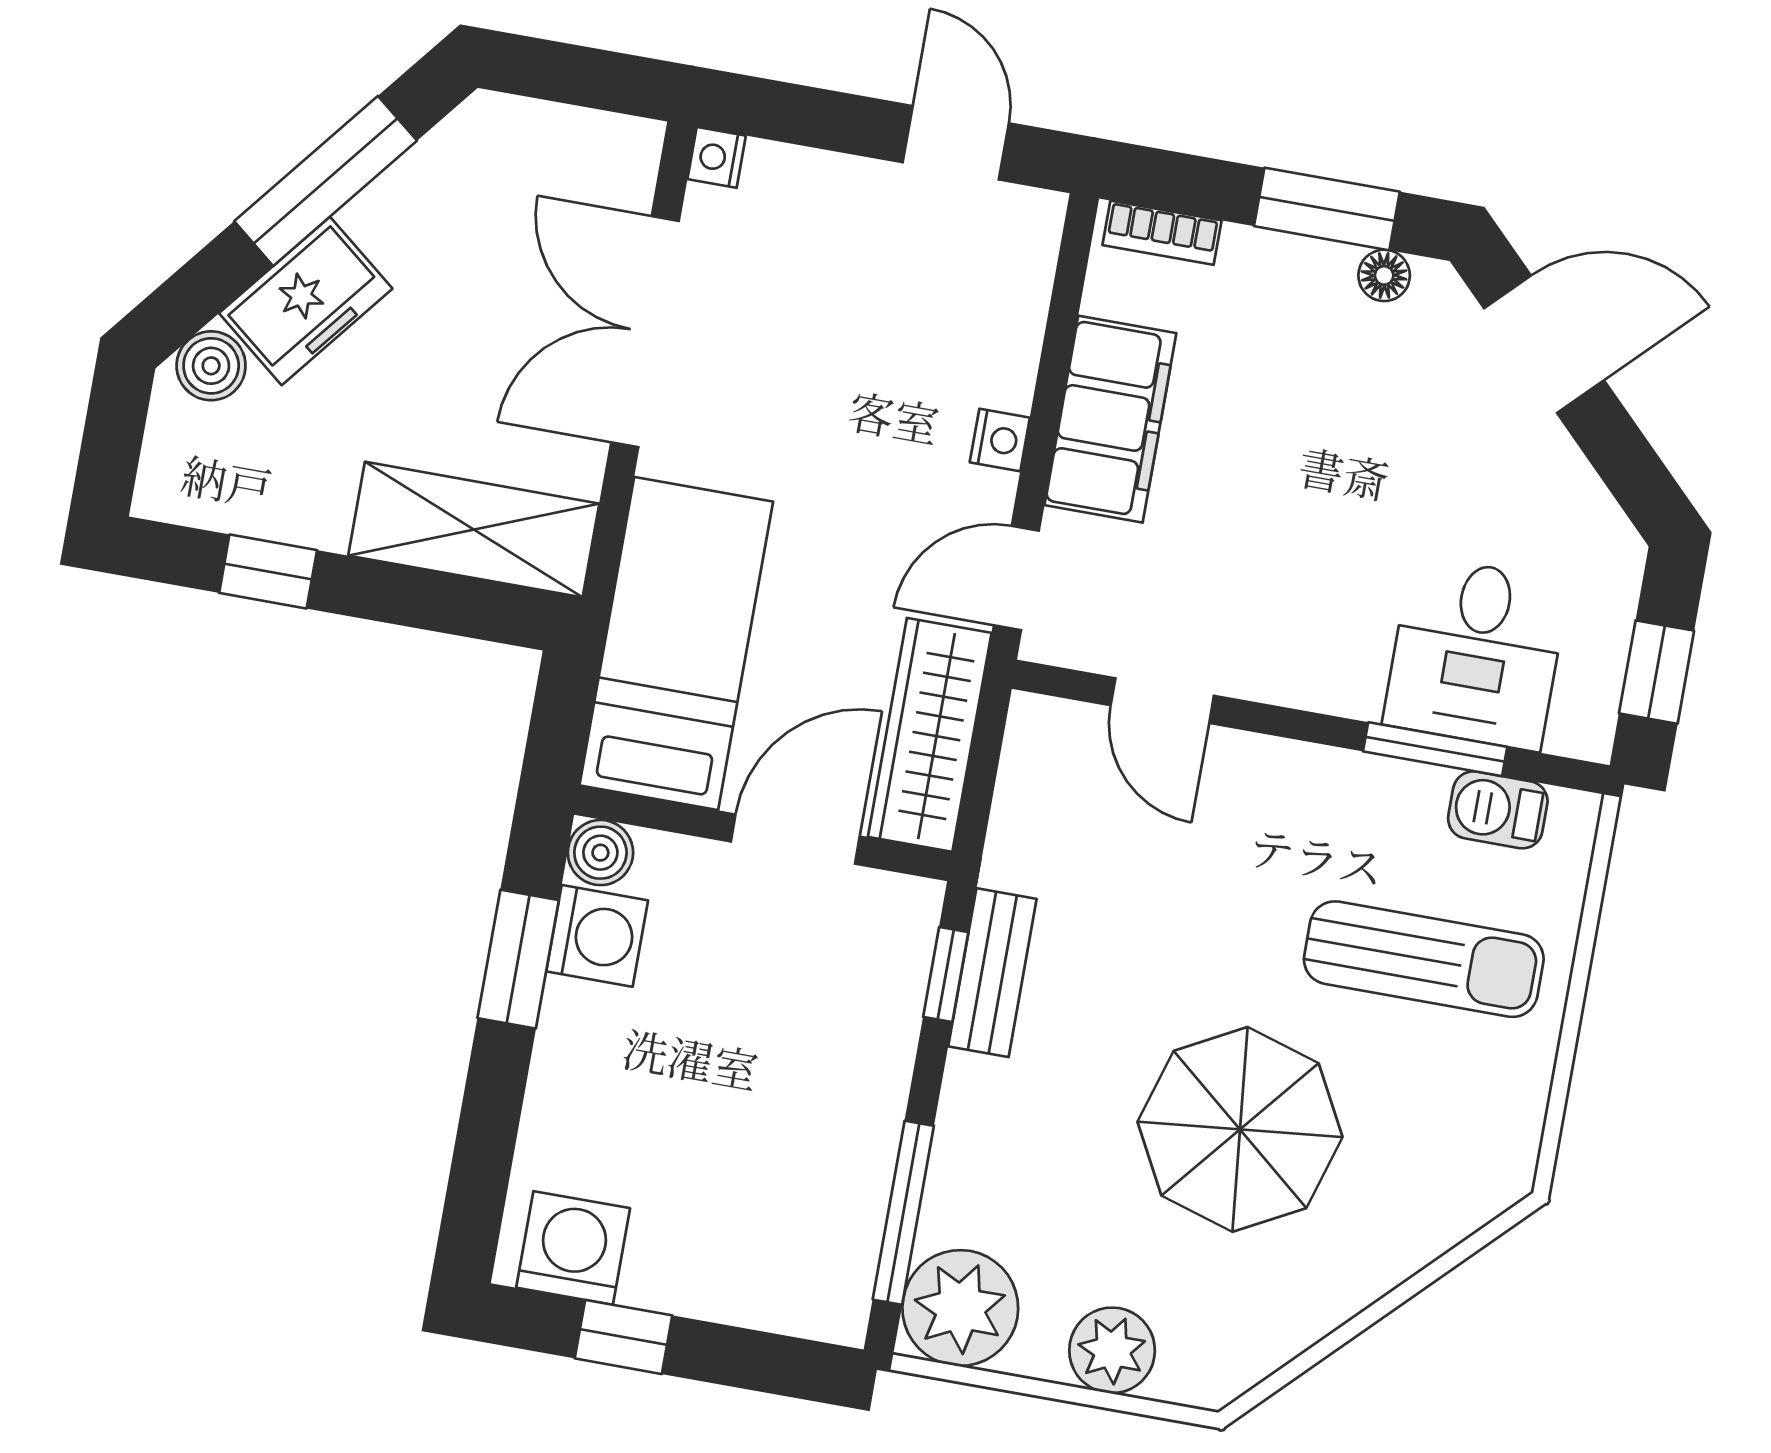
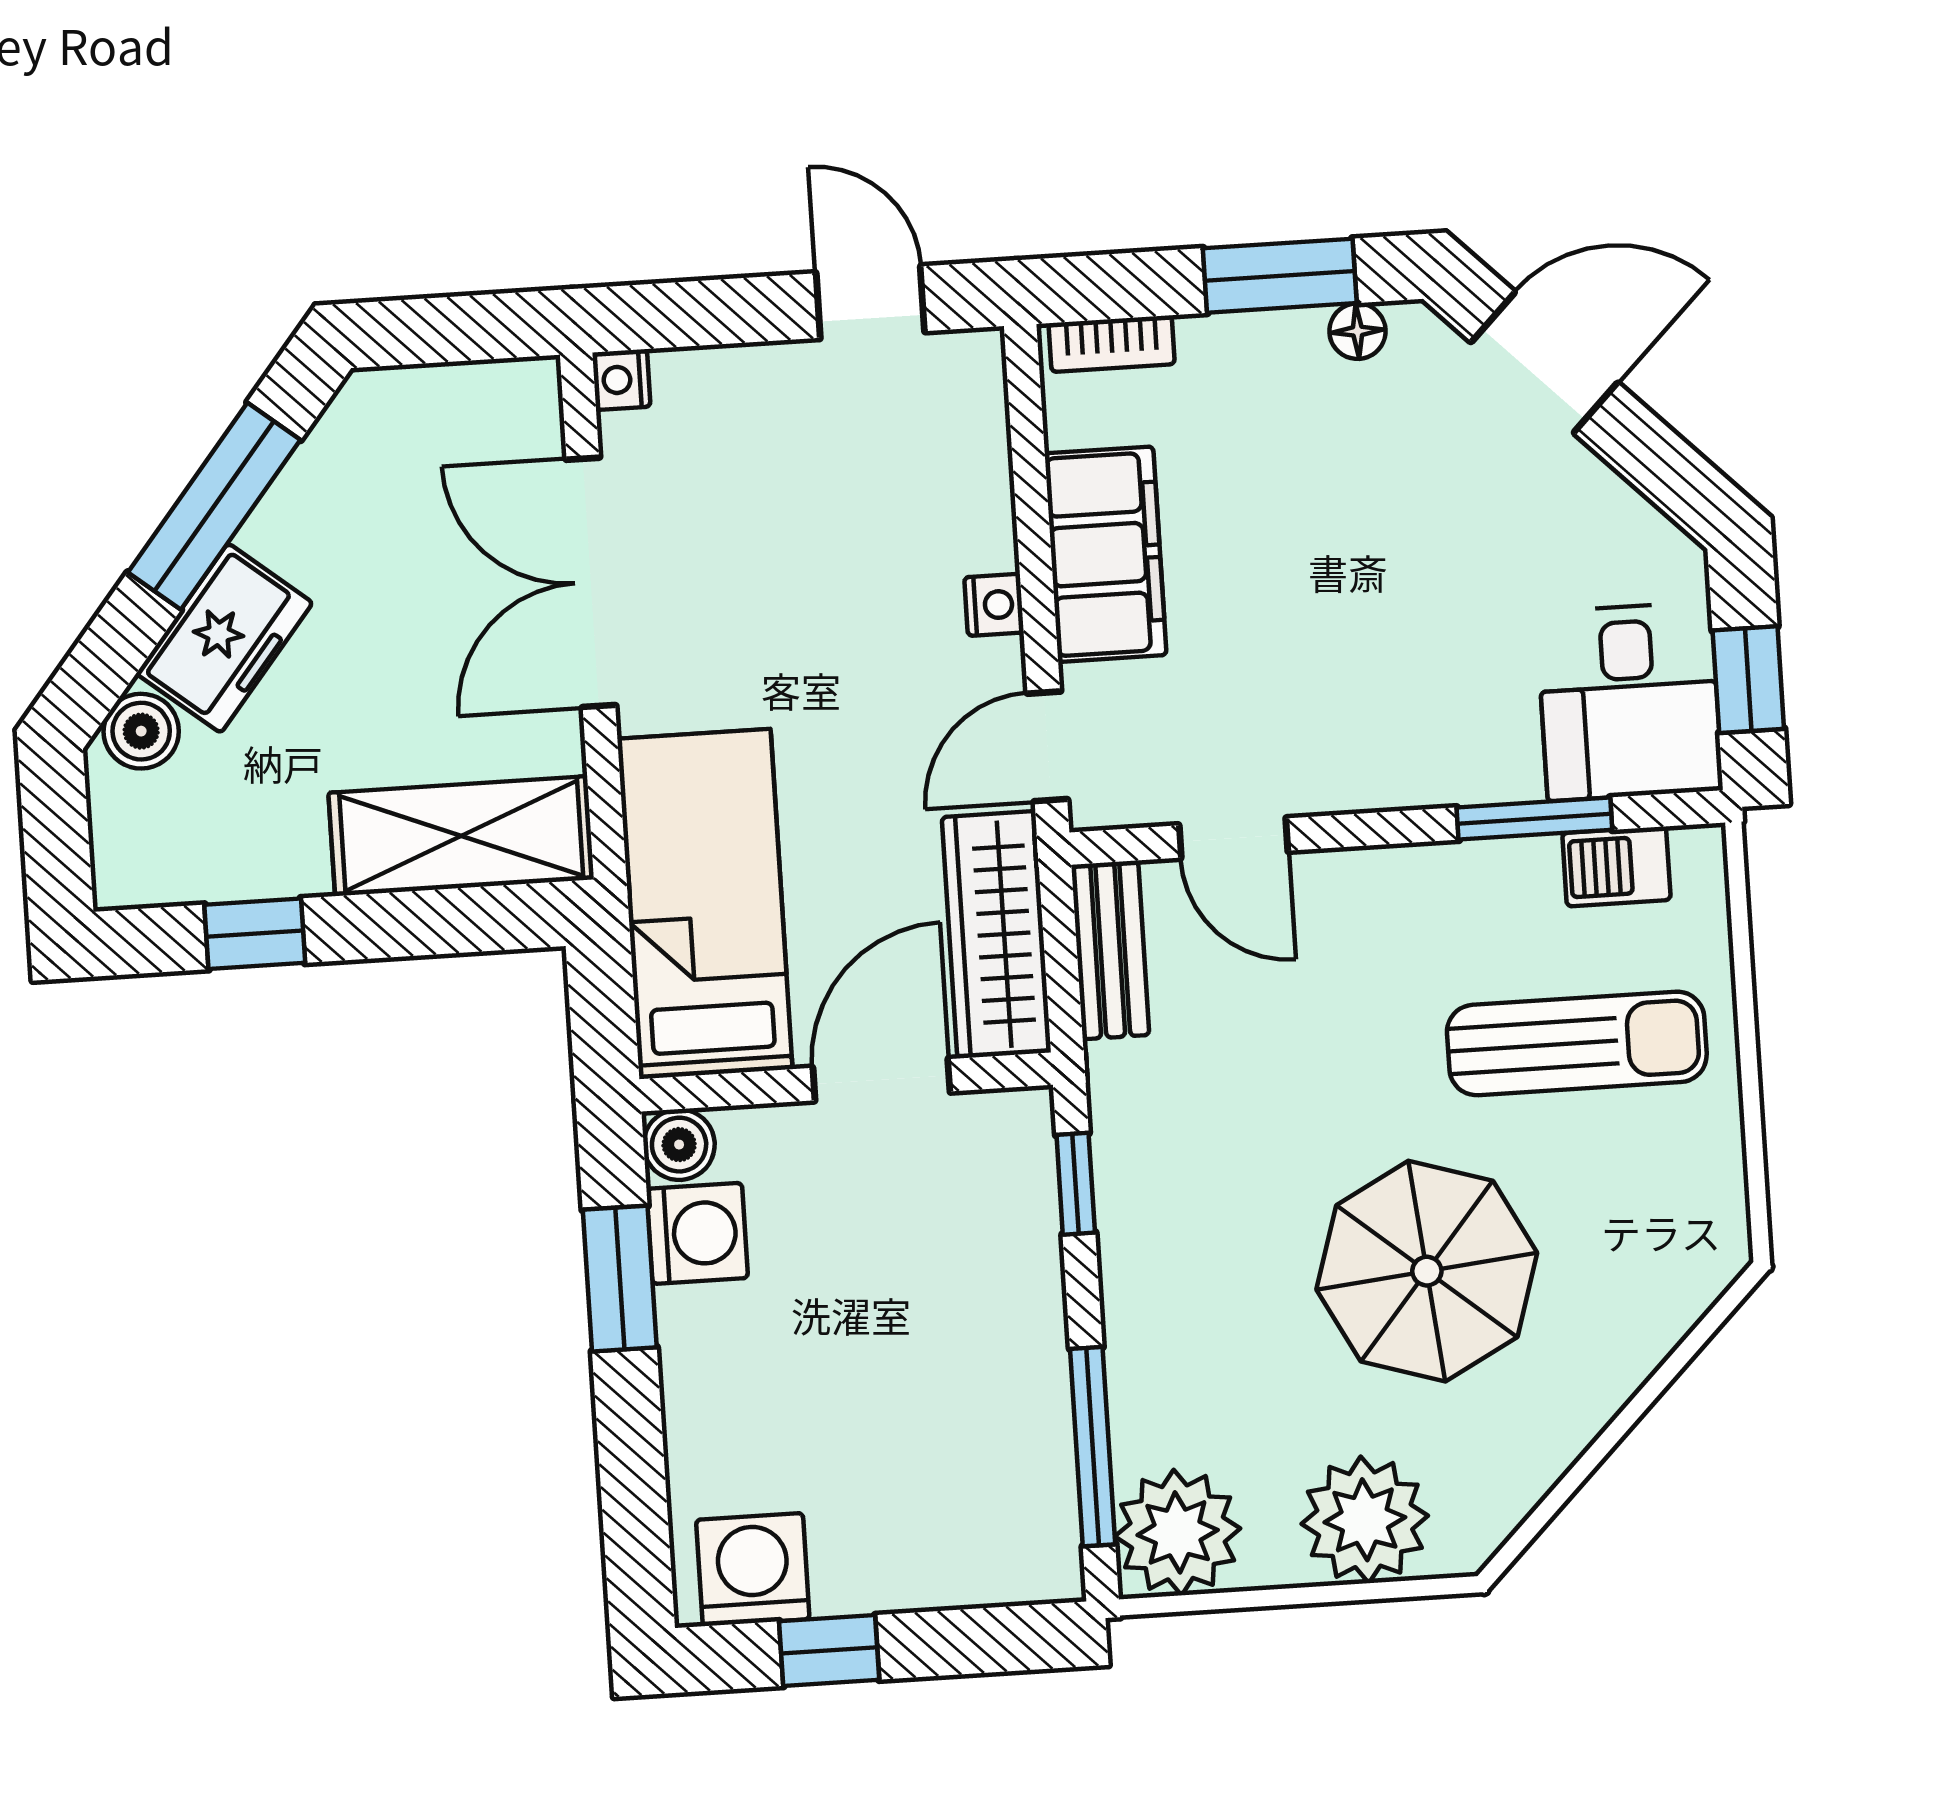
desk: (1476, 653) -> (1629, 701), moved
bench: (992, 973) -> (1110, 950), moved
plant: (1112, 1350) -> (1365, 1520), width x1.36, depth x1.36

